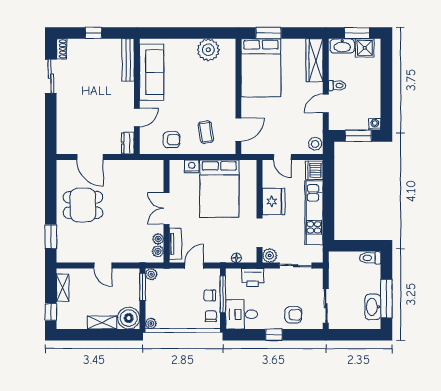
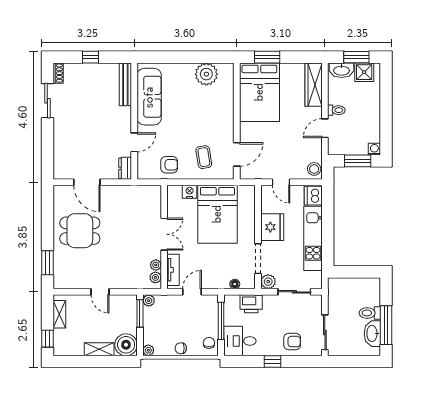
double door: (166, 208) -> (164, 234), swing flipped
toilet: (370, 258) -> (370, 313), moved
chair: (210, 295) -> (181, 348), moved

